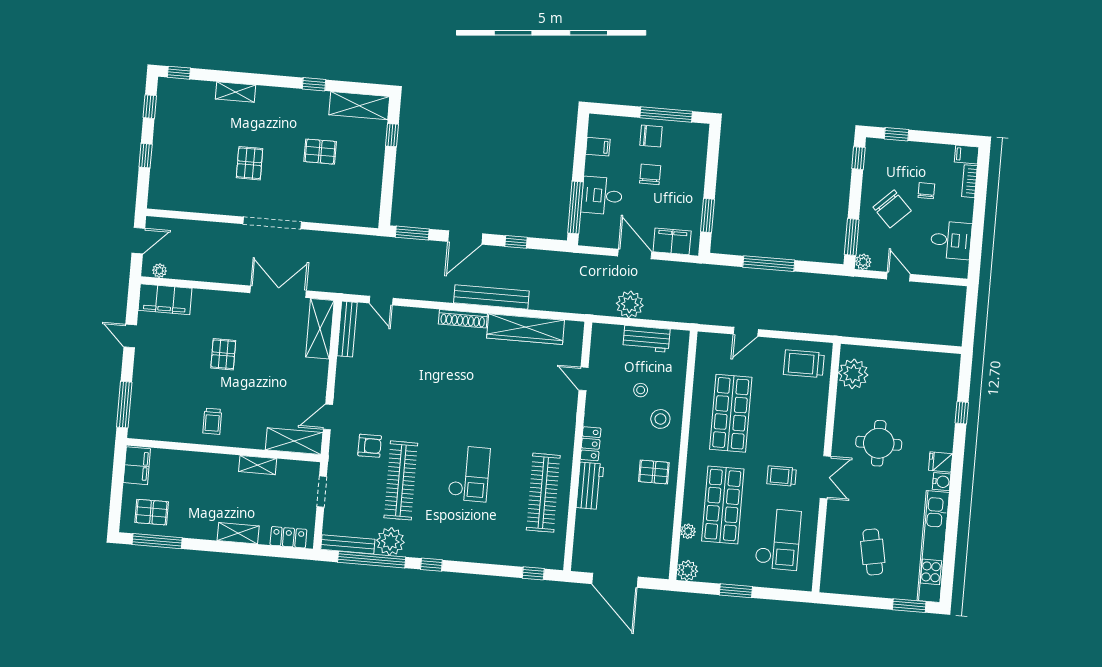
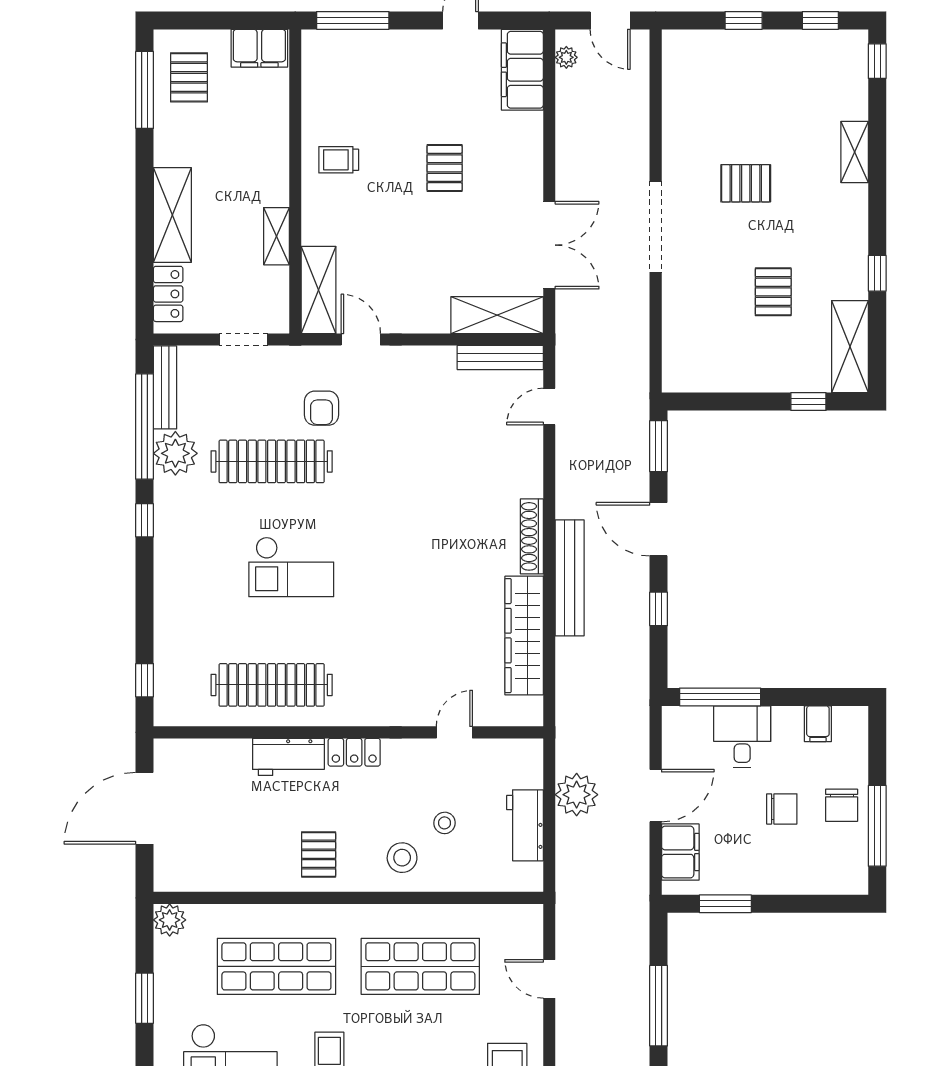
pallet: (223, 354) -> (445, 168), turned 90
plant: (688, 531) -> (231, 916), removed
shelving: (238, 533) -> (172, 215), width x1.50, depth x1.33

